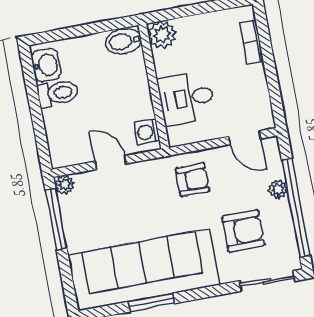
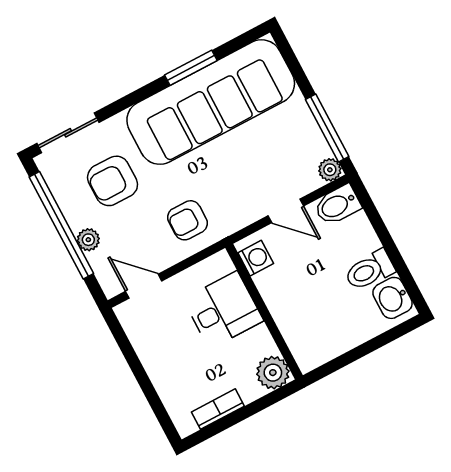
bidet: (123, 41) -> (337, 205), moved, turned 180
bookcase: (252, 42) -> (218, 409), moved, turned -90

